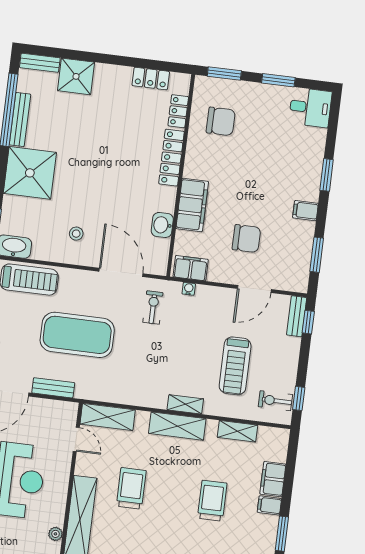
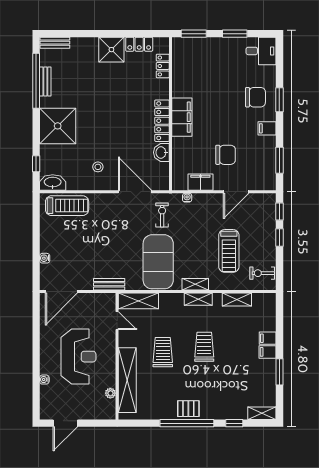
shower: (76, 76) -> (111, 50), moved
bench: (20, 119) -> (45, 82), width x0.73
chair: (221, 121) -> (255, 97), moved
locker: (171, 158) -> (162, 121), moved
filing cabinet: (192, 205) -> (182, 117), moved
filing cabinet: (191, 268) -> (200, 182), moved
bench: (297, 316) -> (270, 208), removed
exercise mat: (77, 335) -> (158, 262), moved, turned 90
bench: (53, 388) -> (109, 284), moved
window: (299, 398) -> (279, 237), moved
shelving: (177, 426) -> (198, 299), width x0.67, depth x0.75
filing cabinet: (273, 479) -> (268, 338), width x0.50
trolley: (212, 501) -> (204, 347), moved

